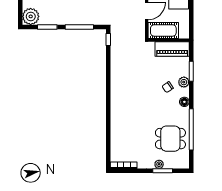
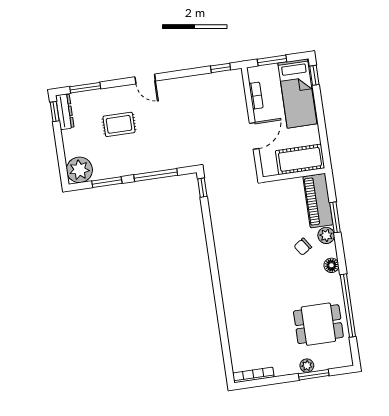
cot: (163, 30) -> (300, 159), moved
piano: (172, 49) -> (318, 201), moved, turned 90

